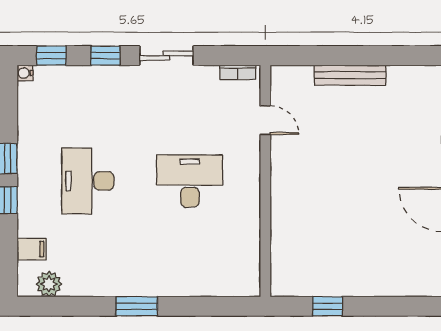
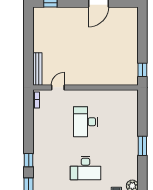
sliding door: (166, 56) -> (29, 132), removed
bench: (350, 75) -> (37, 69), moved
window: (327, 306) -> (142, 70), moved

